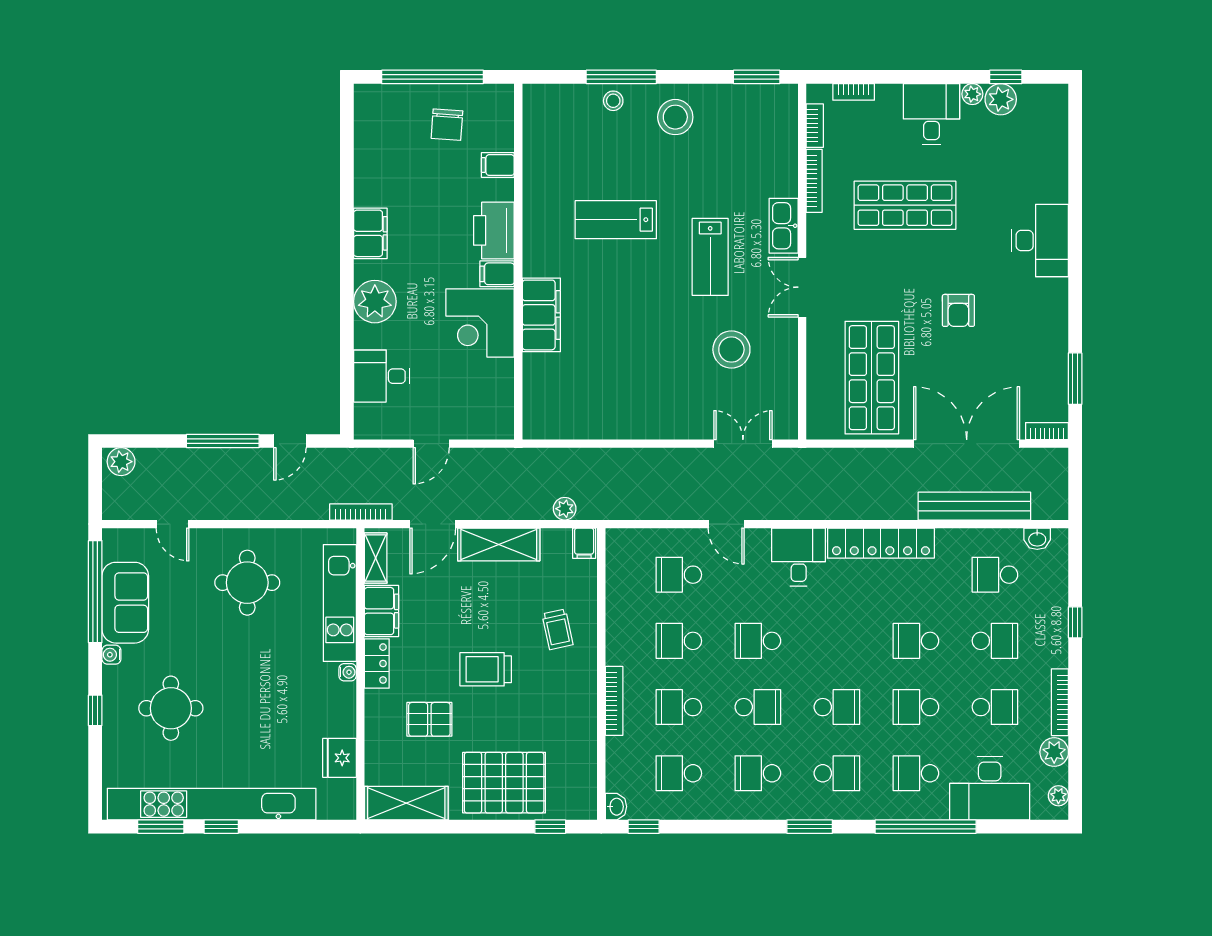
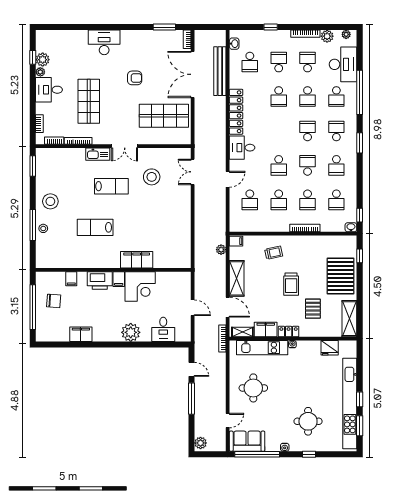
lab bench: (616, 220) -> (95, 227), turned 90
filing cabinet: (370, 233) -> (81, 334), moved
sofa: (125, 603) -> (247, 441), moved

